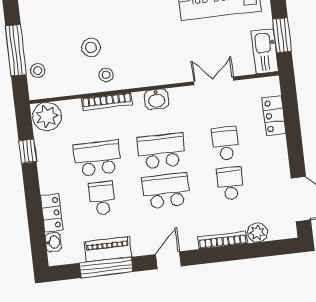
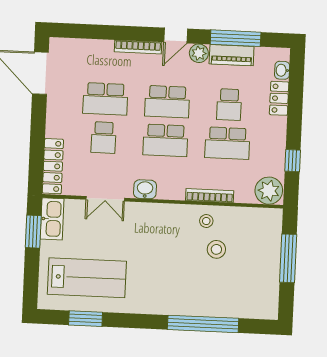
stool: (38, 70) -> (271, 236), removed
washbasin: (156, 99) -> (145, 189), moved
locker: (274, 116) -> (53, 166), width x1.53
school desk: (230, 183) -> (105, 99), width x1.85
plant: (257, 232) -> (199, 53), moved
bookcase: (222, 240) -> (138, 47), moved

